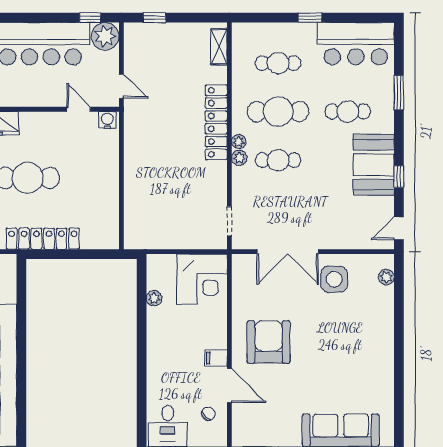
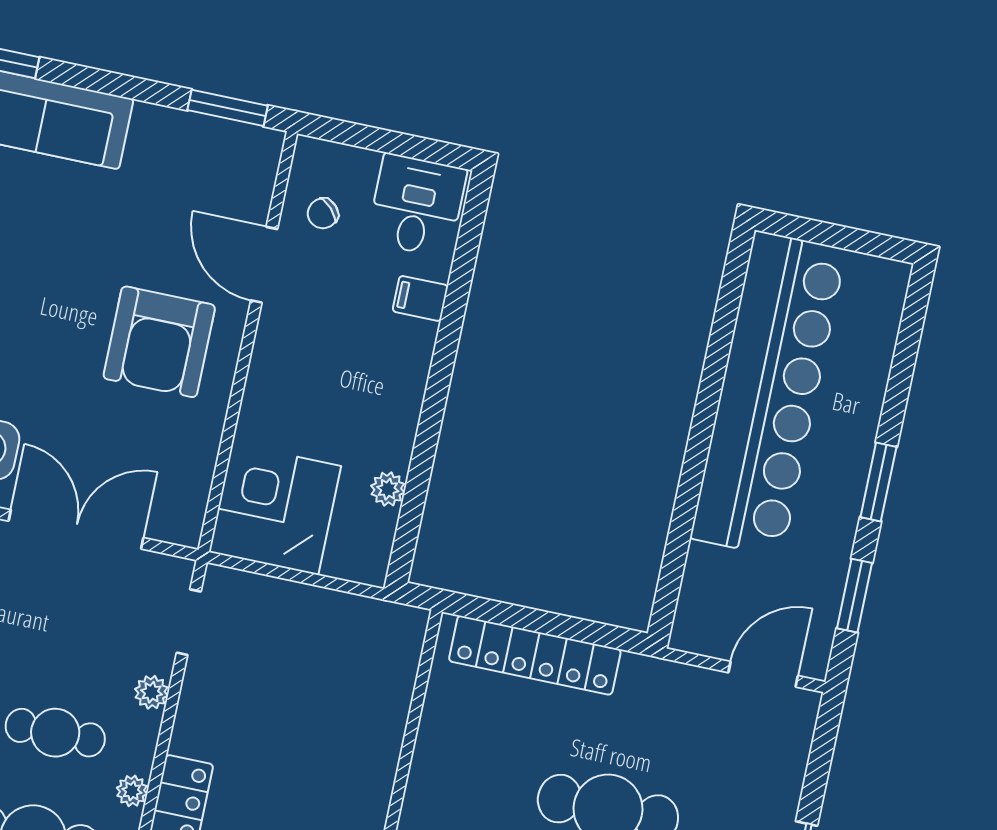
plant: (239, 158) -> (151, 692), moved
locker: (43, 239) -> (535, 655), moved
filing cabinet: (216, 358) -> (420, 298), moved, turned 180

